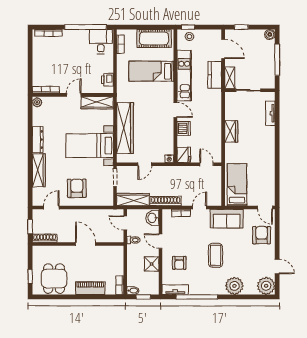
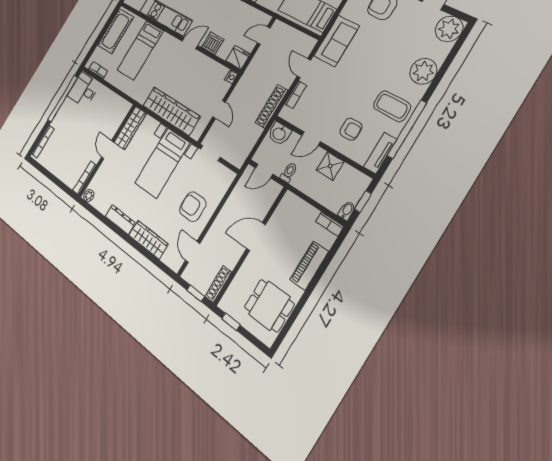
printer: (107, 80) -> (118, 103), removed
wardrobe: (133, 200) -> (246, 146), removed
coffee table: (216, 255) -> (392, 106), moved
window: (30, 276) -> (231, 322), moved

